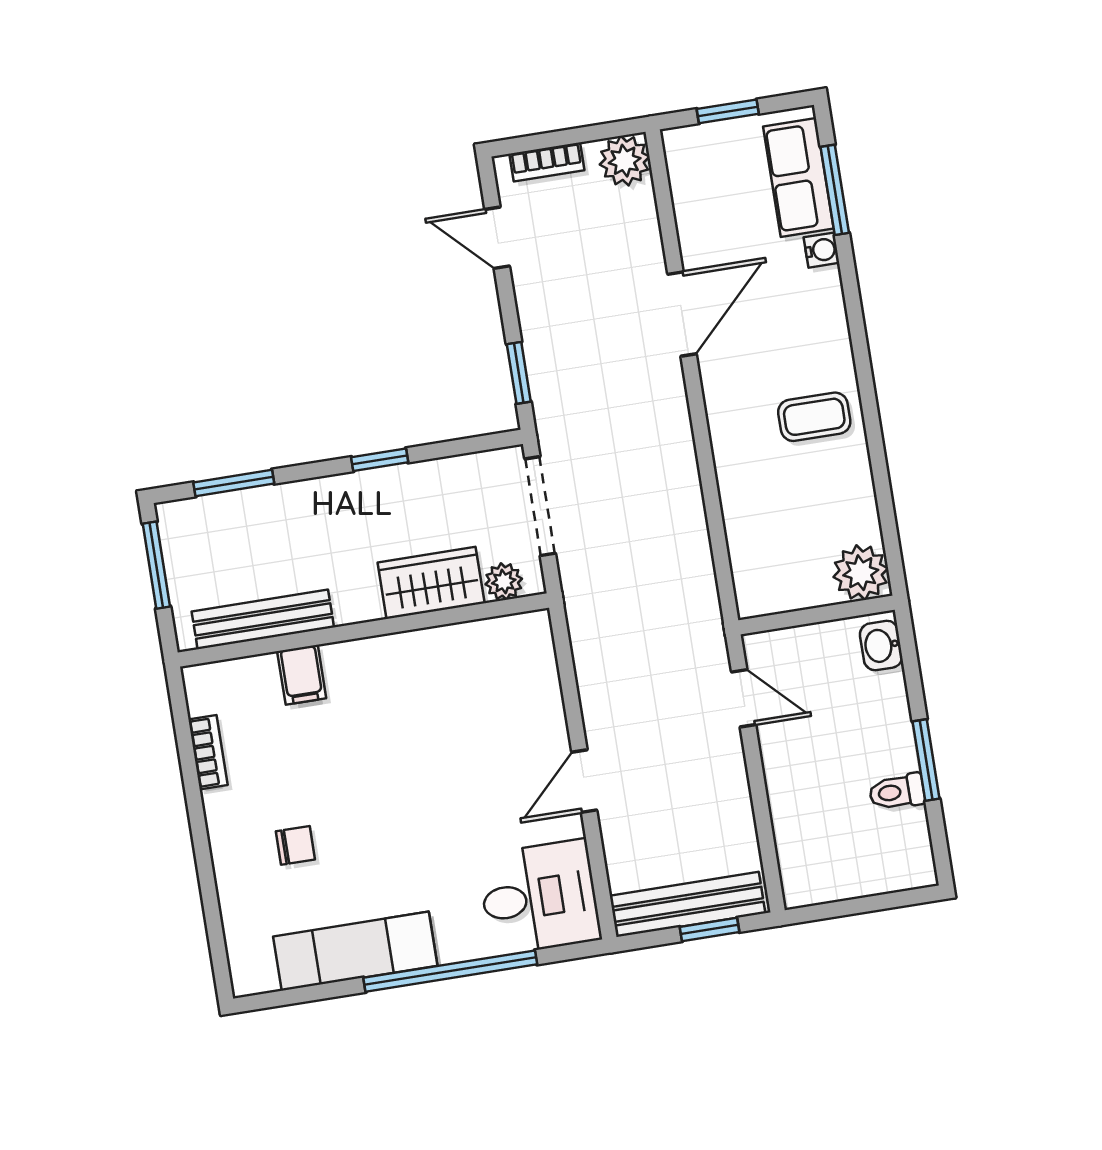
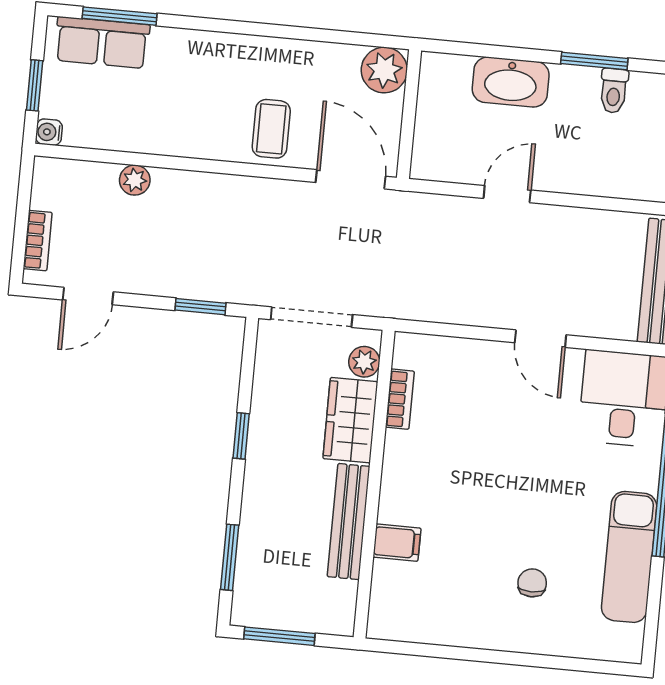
plant: (625, 161) -> (135, 180), moved, width x0.73, depth x0.73
water cooler: (821, 250) -> (49, 132), moved, turned -90
door: (682, 314) -> (351, 179), moved
coffee table: (814, 417) -> (271, 129), moved
plant: (861, 573) -> (384, 70), moved
wall: (817, 615) -> (409, 114), moved
bench: (263, 619) -> (349, 522), moved
washbasin: (881, 646) -> (511, 82), width x1.91, depth x1.45
bookcase: (208, 752) -> (400, 399), moved, turned 90

